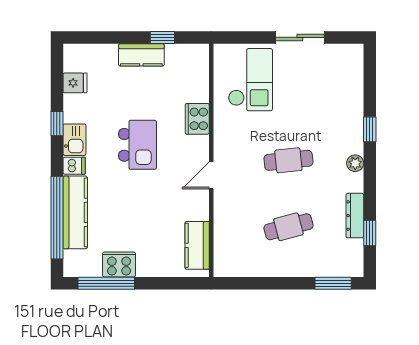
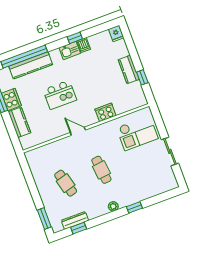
fridge: (75, 83) -> (116, 34), moved
kitchen island: (137, 145) -> (60, 95), moved
dishwasher: (74, 166) -> (84, 45), moved
dresser: (355, 216) -> (75, 220), moved
kitchen counter: (197, 245) -> (20, 122), moved, turned 90

